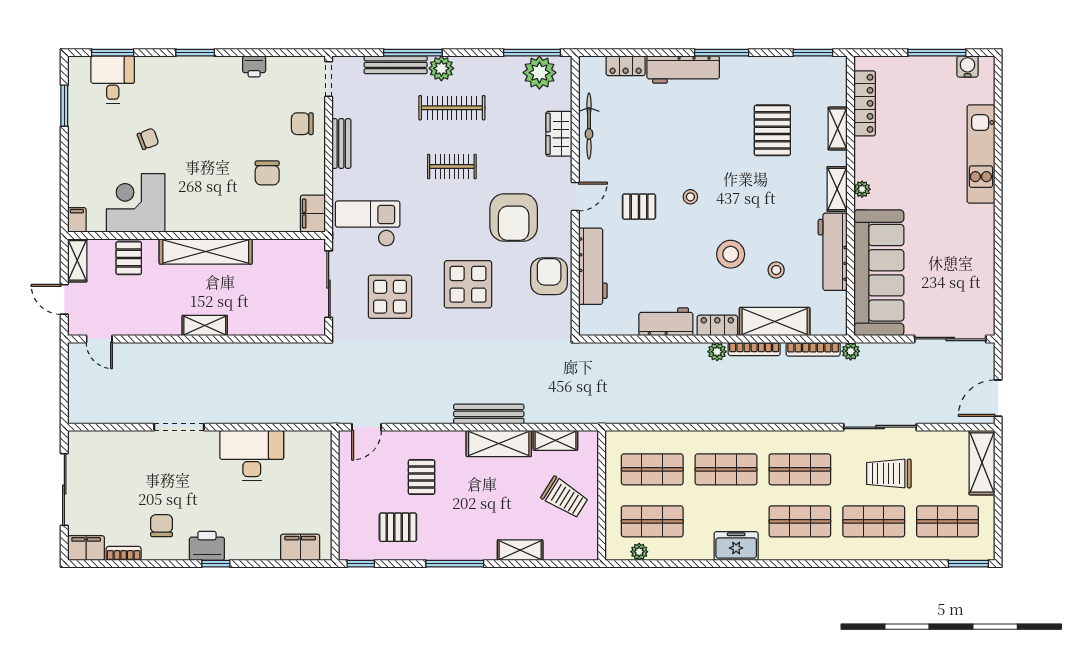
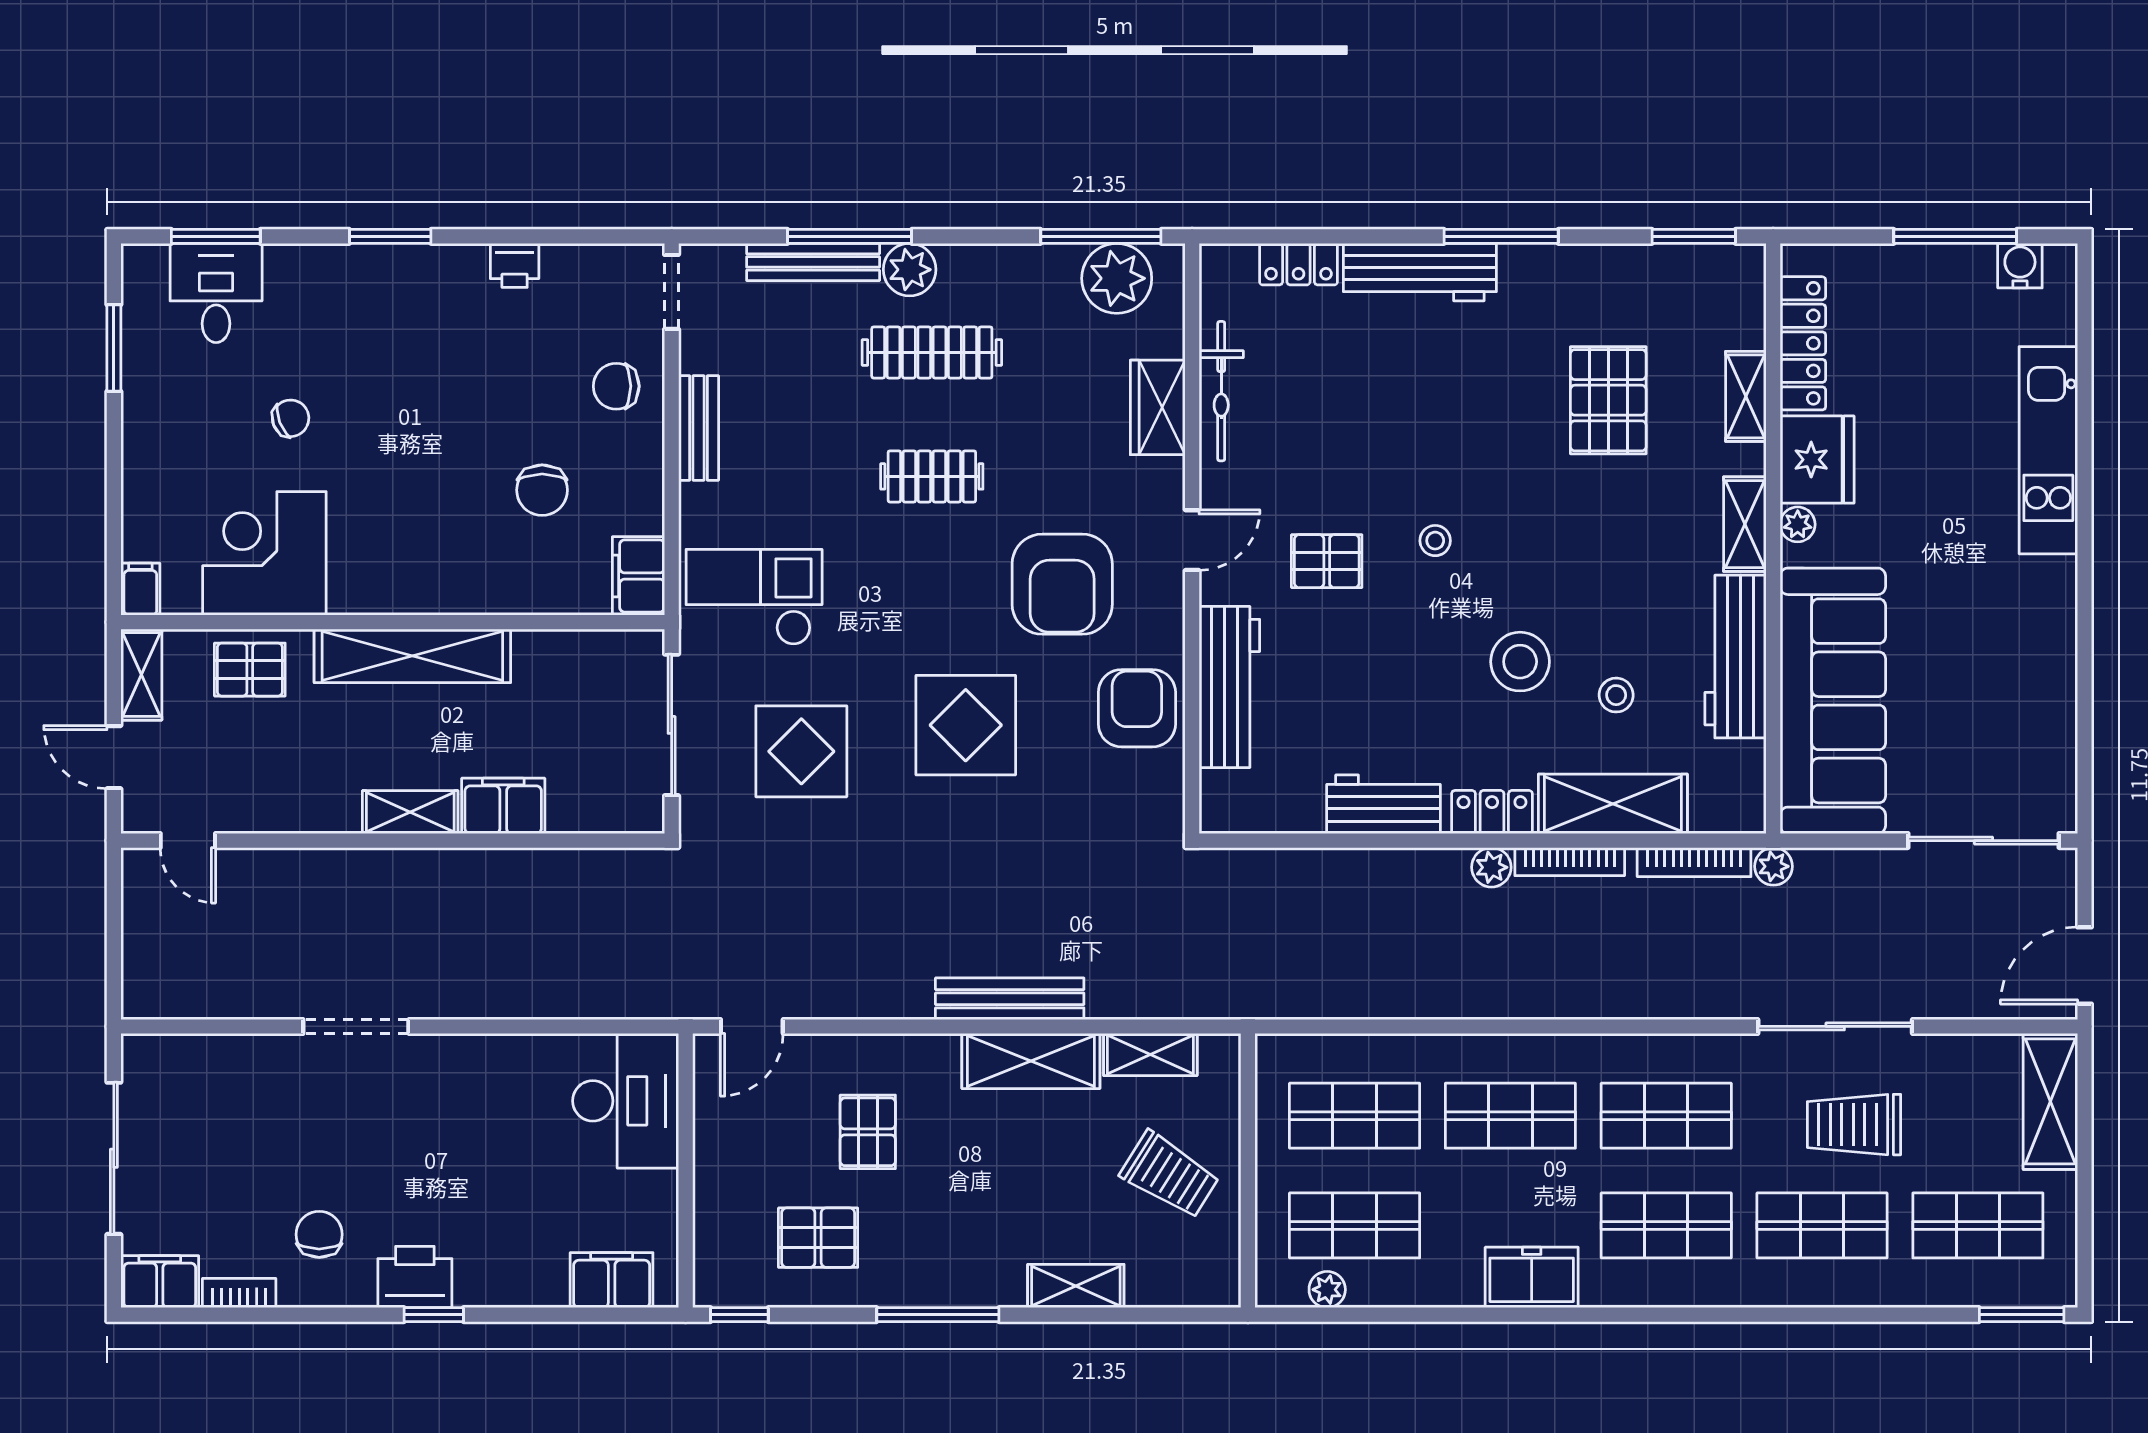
fridge: (871, 158) -> (1817, 460), added
pallet: (129, 258) -> (250, 670), turned 90
filing cabinet: (249, 323) -> (503, 806), added
desk: (252, 455) -> (626, 1101), moved, turned 90

